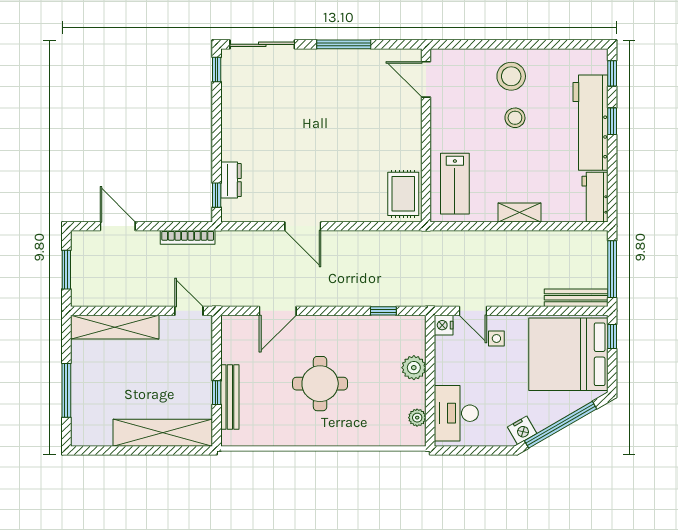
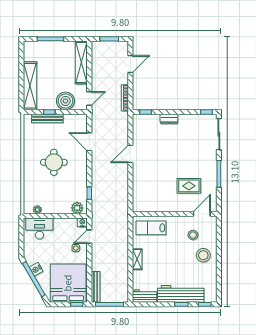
stool: (515, 118) -> (193, 235), moved
dresser: (231, 180) -> (169, 119), moved
rug: (403, 194) -> (189, 186), moved
boiler: (194, 360) -> (65, 101), added
plant: (414, 368) -> (77, 208), moved
nightstand: (522, 430) -> (36, 269), moved

